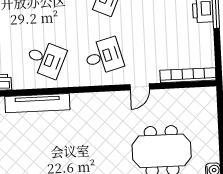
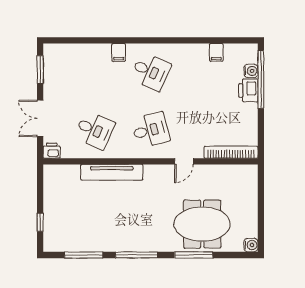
tv unit: (37, 103) -> (112, 172), moved

